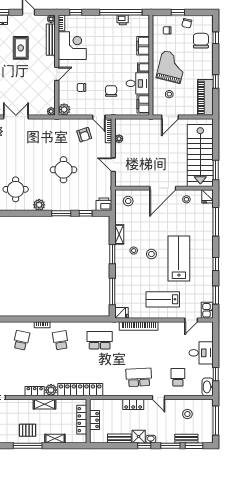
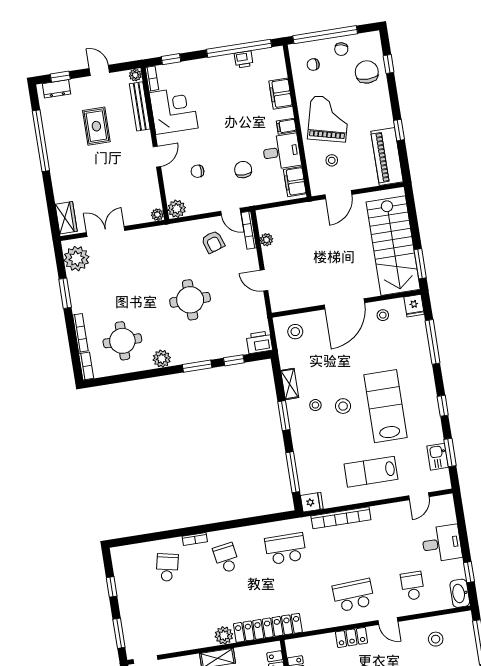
window: (178, 12) -> (325, 35), width x3.17
kitchen sink: (207, 310) -> (438, 457), moved
locker: (35, 391) -> (199, 641), removed

